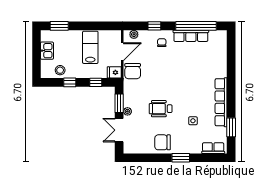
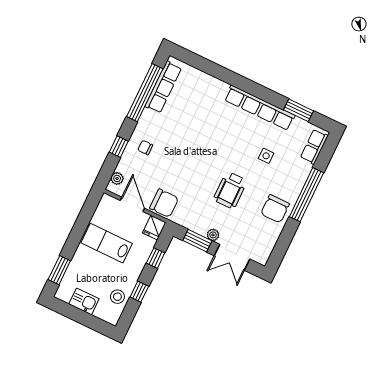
row of seats: (191, 36) -> (163, 87), moved
window: (181, 158) -> (306, 195), width x2.11

